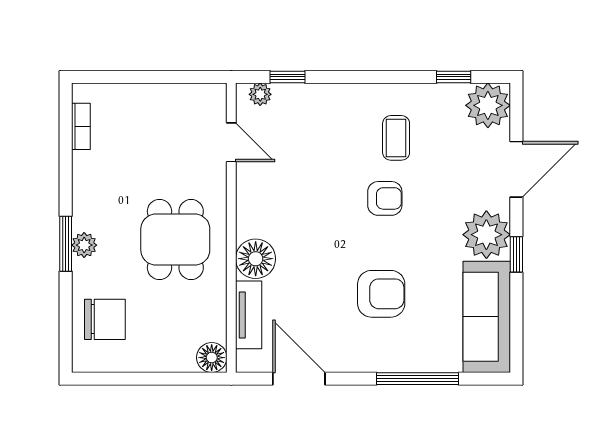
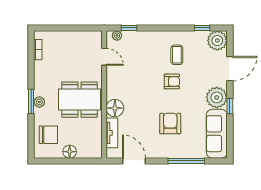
dining table: (175, 240) -> (79, 100), width x1.38
armchair: (381, 294) -> (170, 124), turned -90
floor lamp: (212, 358) -> (70, 152), moved

